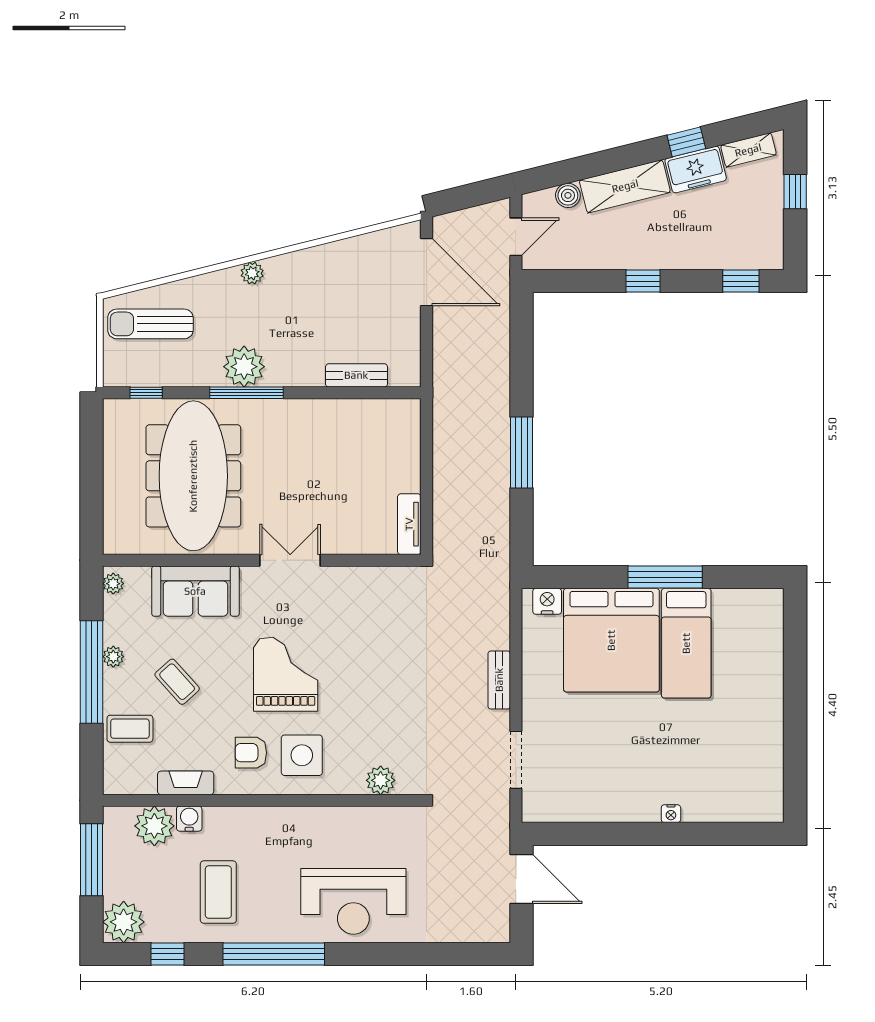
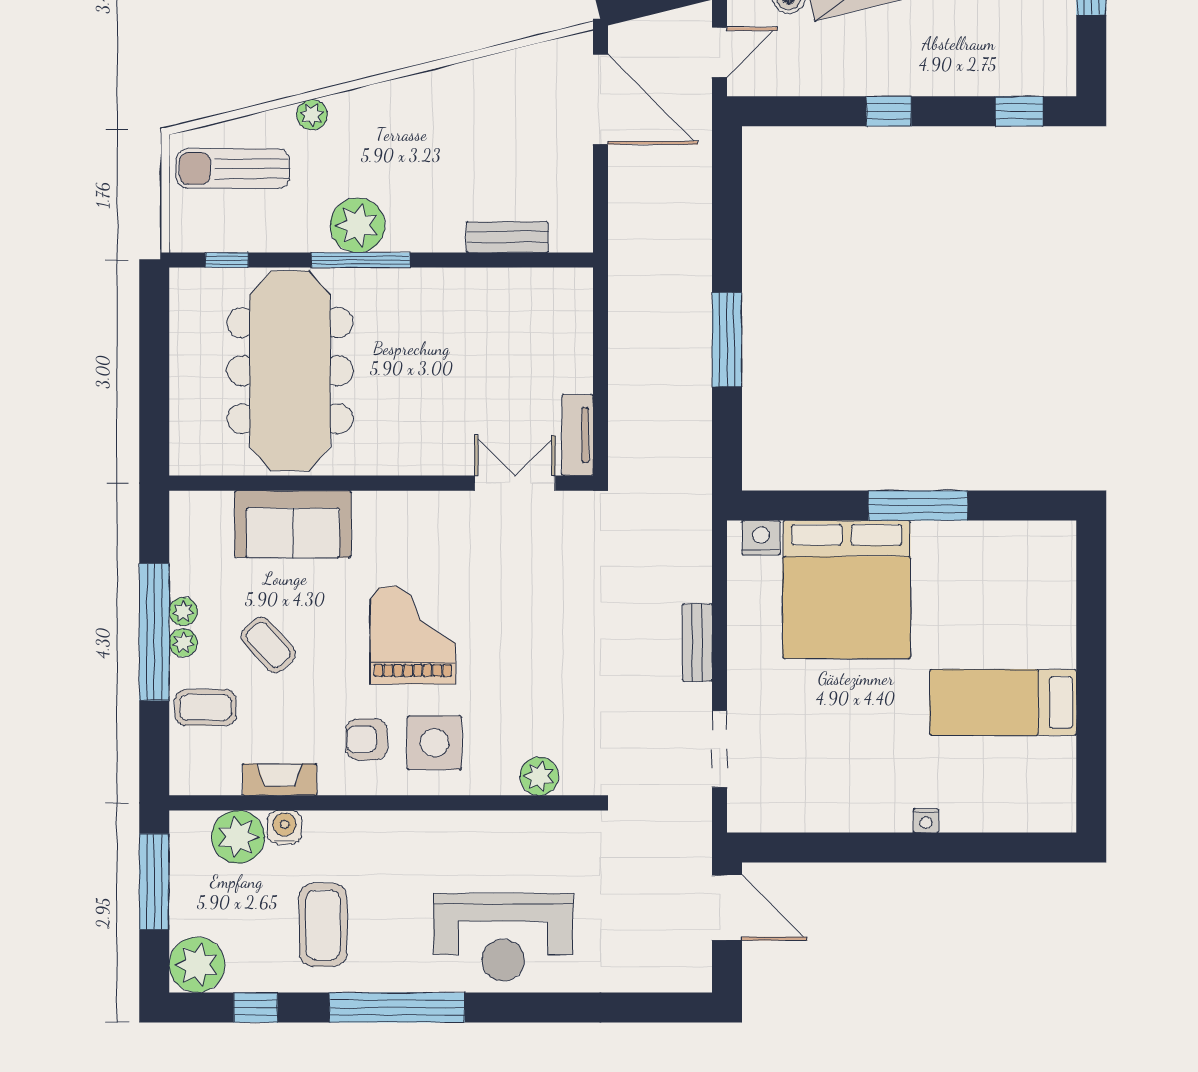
plant: (252, 273) -> (312, 115), moved
double door: (290, 560) -> (515, 483), moved
plant: (113, 584) -> (183, 643), moved
bed: (686, 643) -> (1003, 702), moved, turned 90

